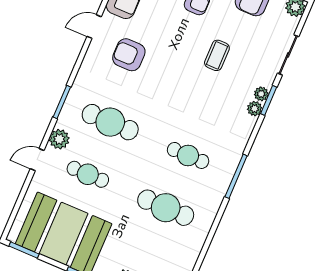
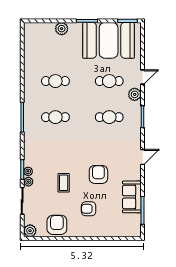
door: (94, 27) -> (143, 157), moved
armchair: (129, 55) -> (98, 174), moved, turned -90
plant: (255, 109) -> (28, 182), moved
cafe table: (110, 122) -> (109, 117), width x0.73, depth x0.74
cafe table: (166, 208) -> (55, 81), width x0.73, depth x0.74

